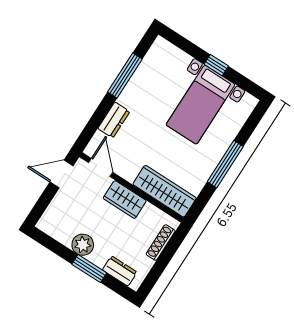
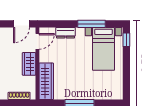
window: (216, 65) -> (126, 40), moved
bed with nightstands: (200, 105) -> (103, 49), moved, turned -90
door: (62, 174) -> (21, 24), swing flipped

